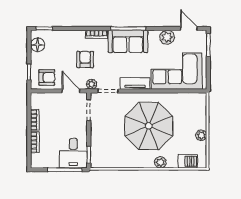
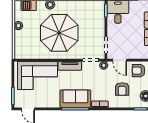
plant: (167, 37) -> (45, 102), removed
armchair: (85, 60) -> (122, 89), moved

